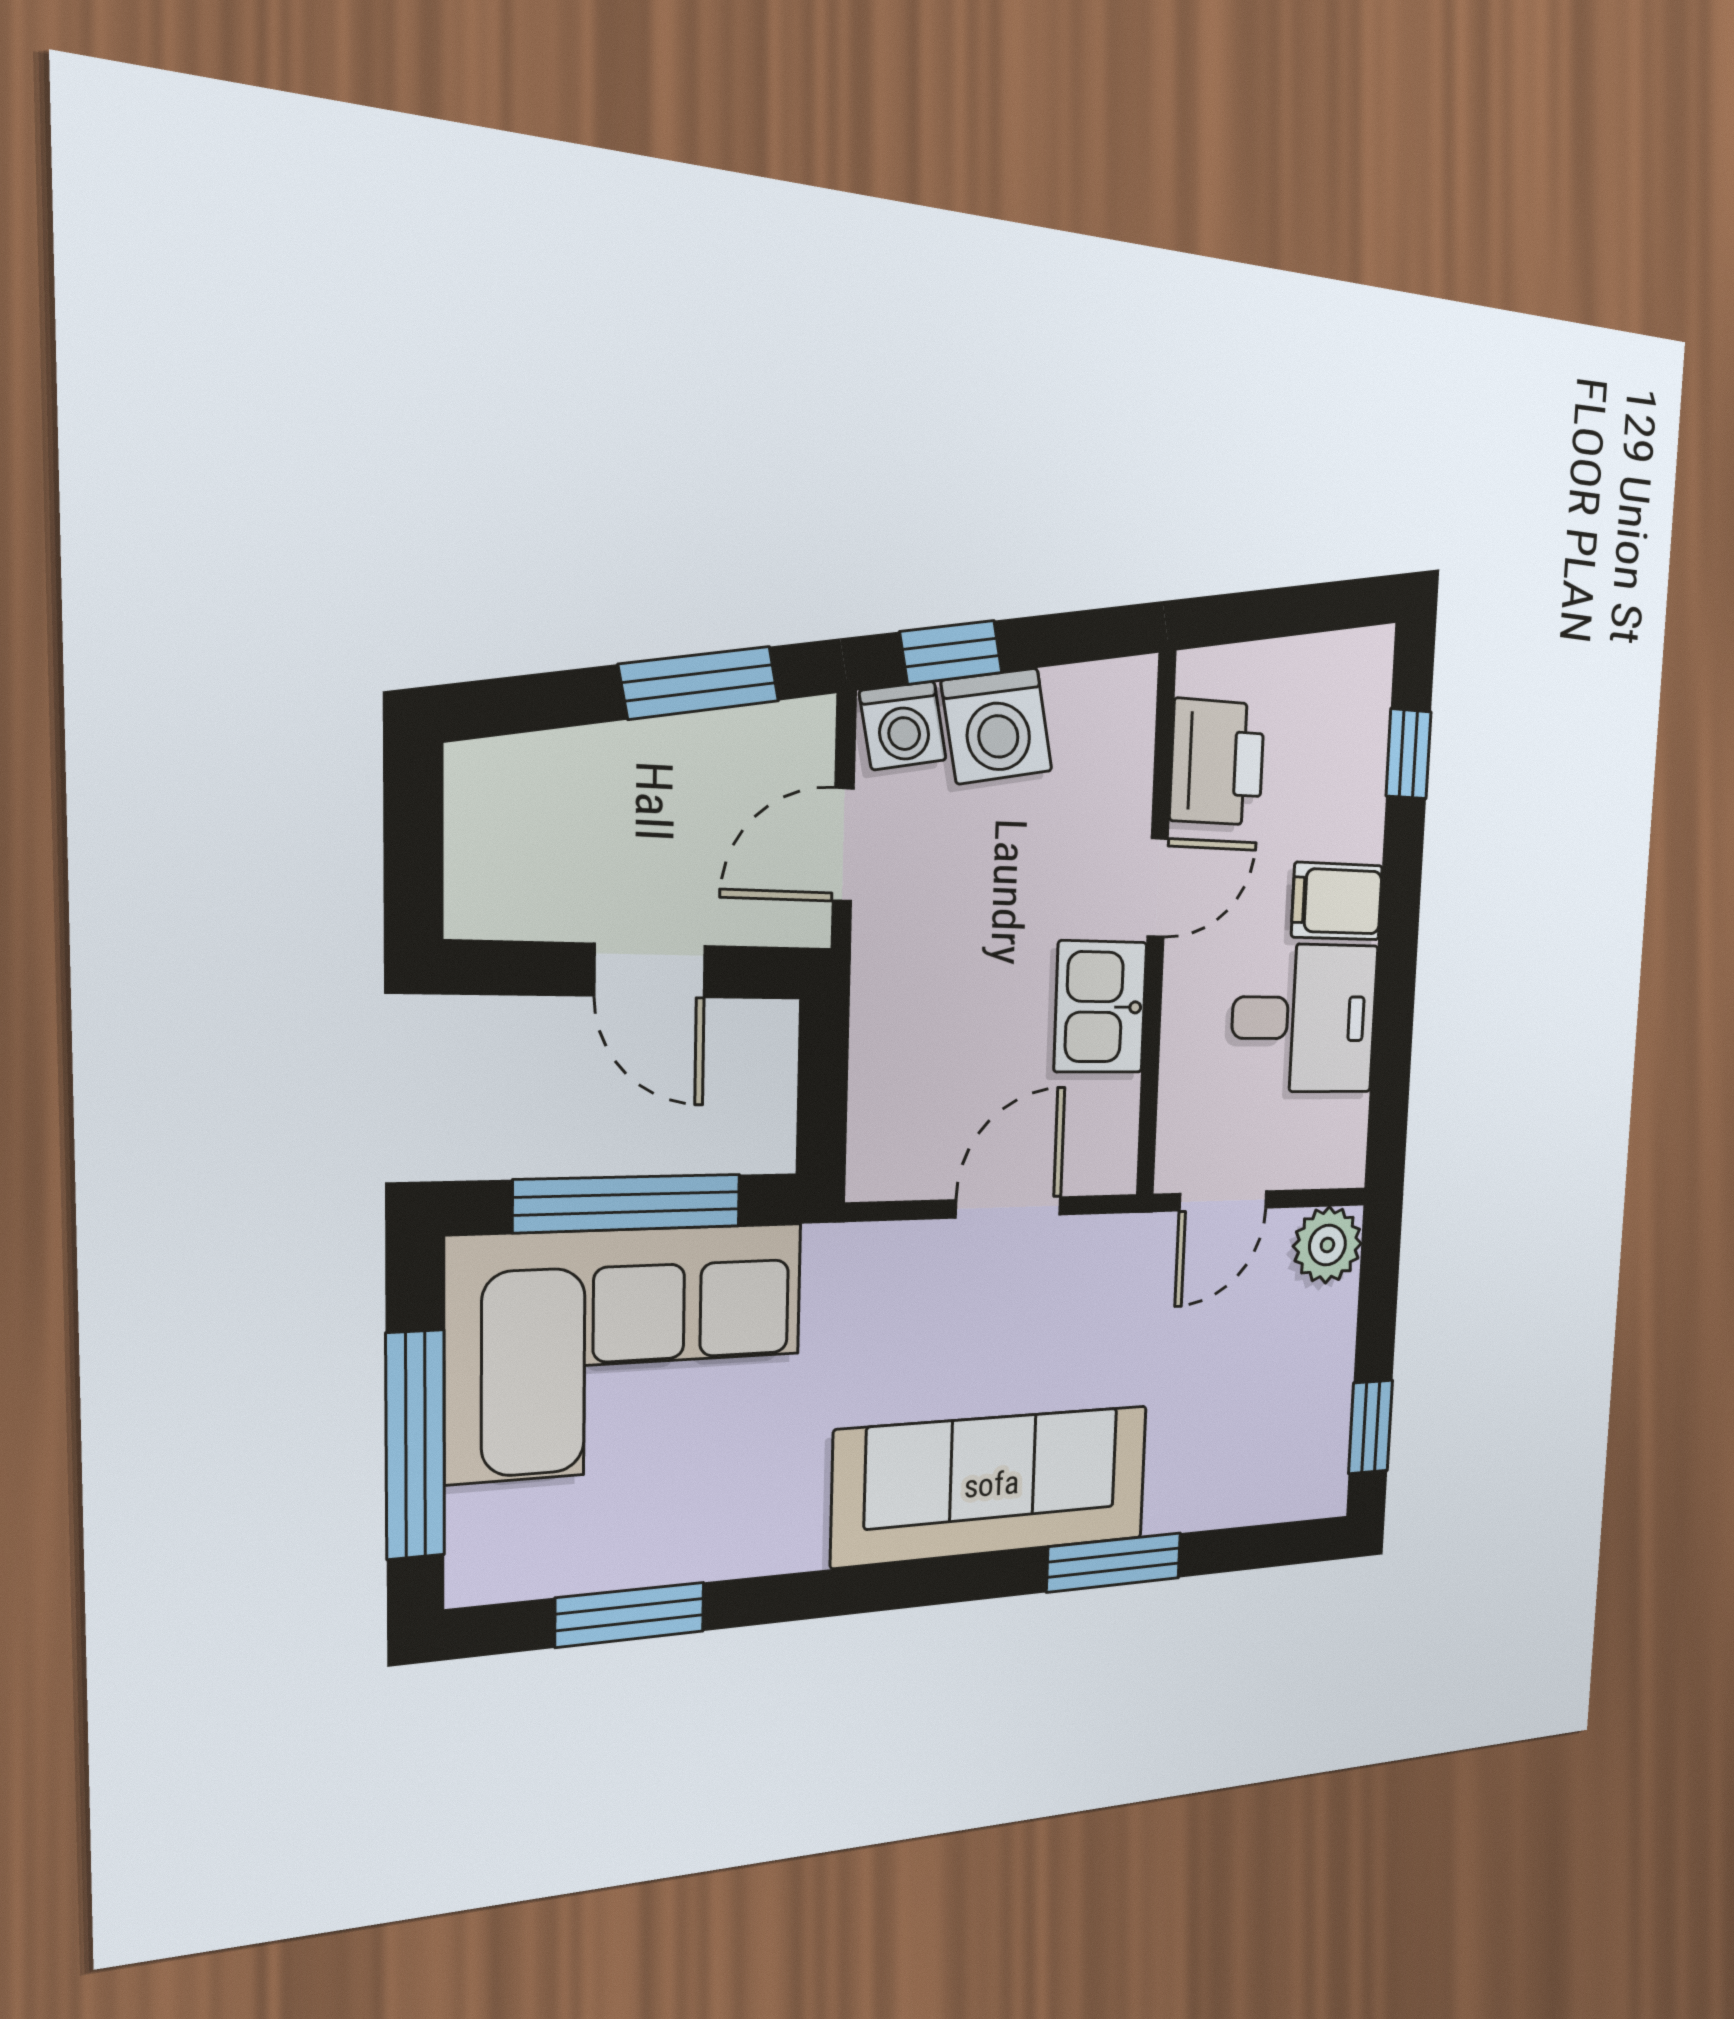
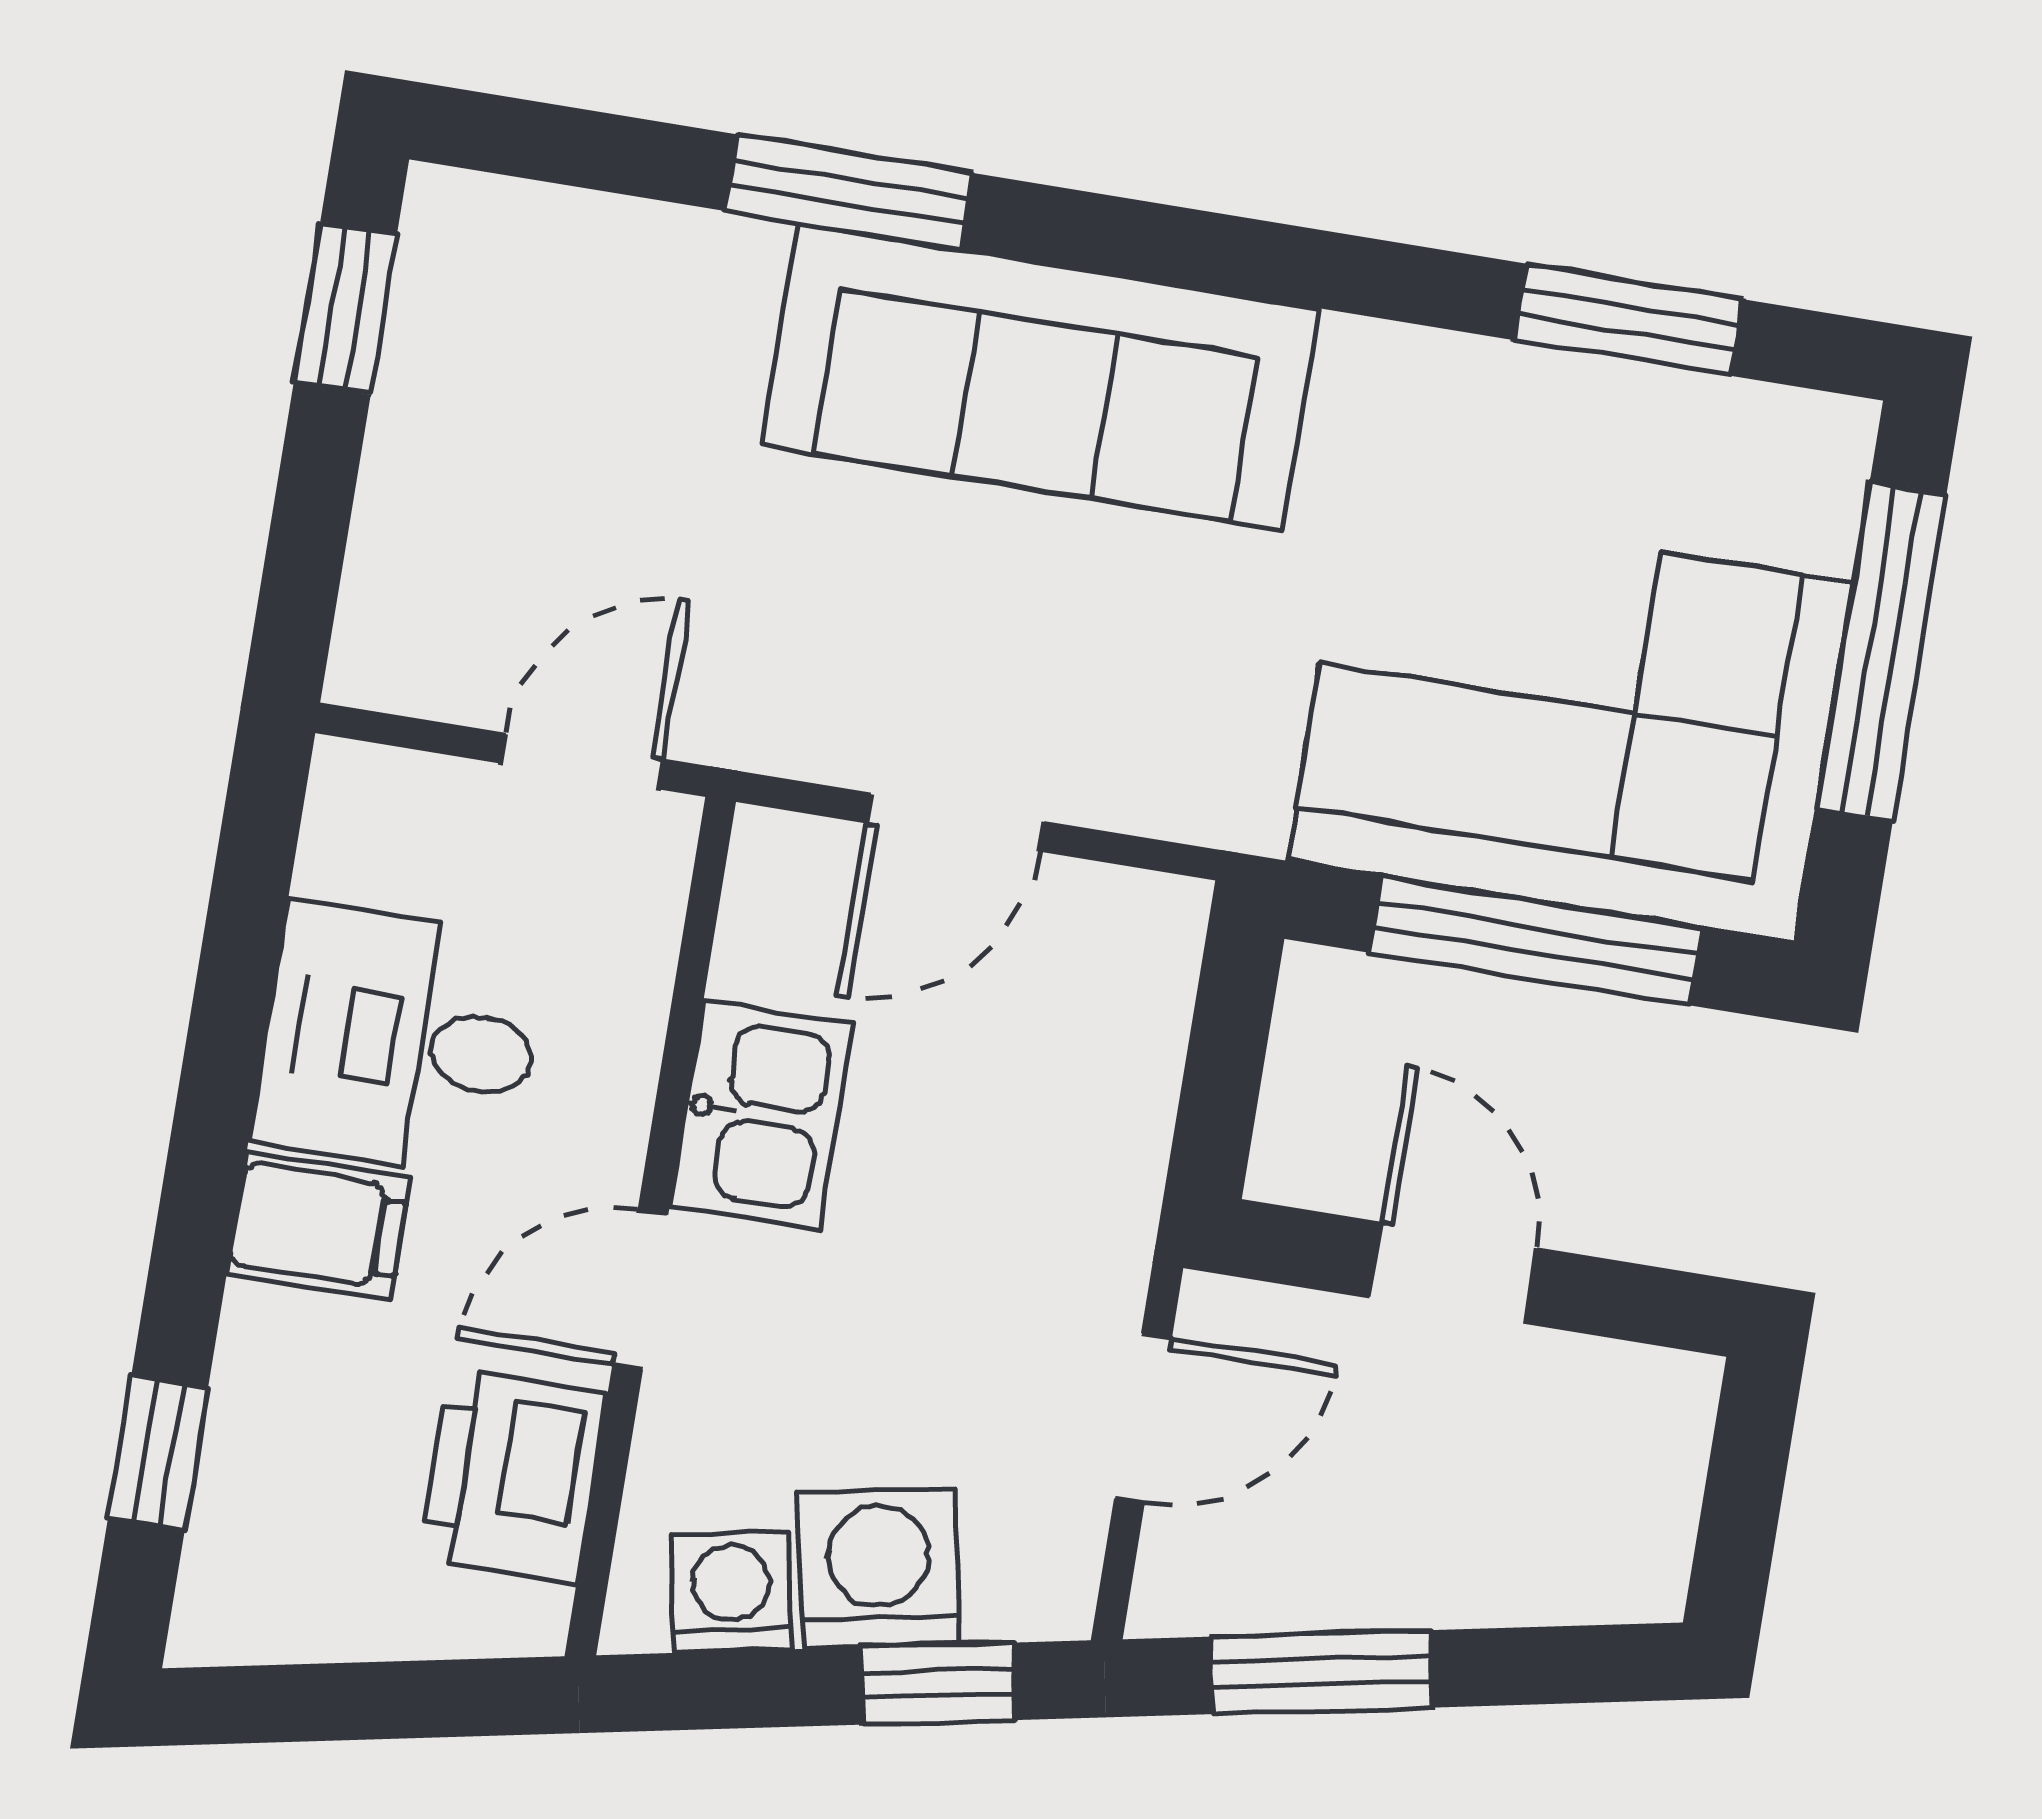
washing machine: (903, 726) -> (731, 1592), moved
plant: (1327, 1245) -> (396, 648), removed

